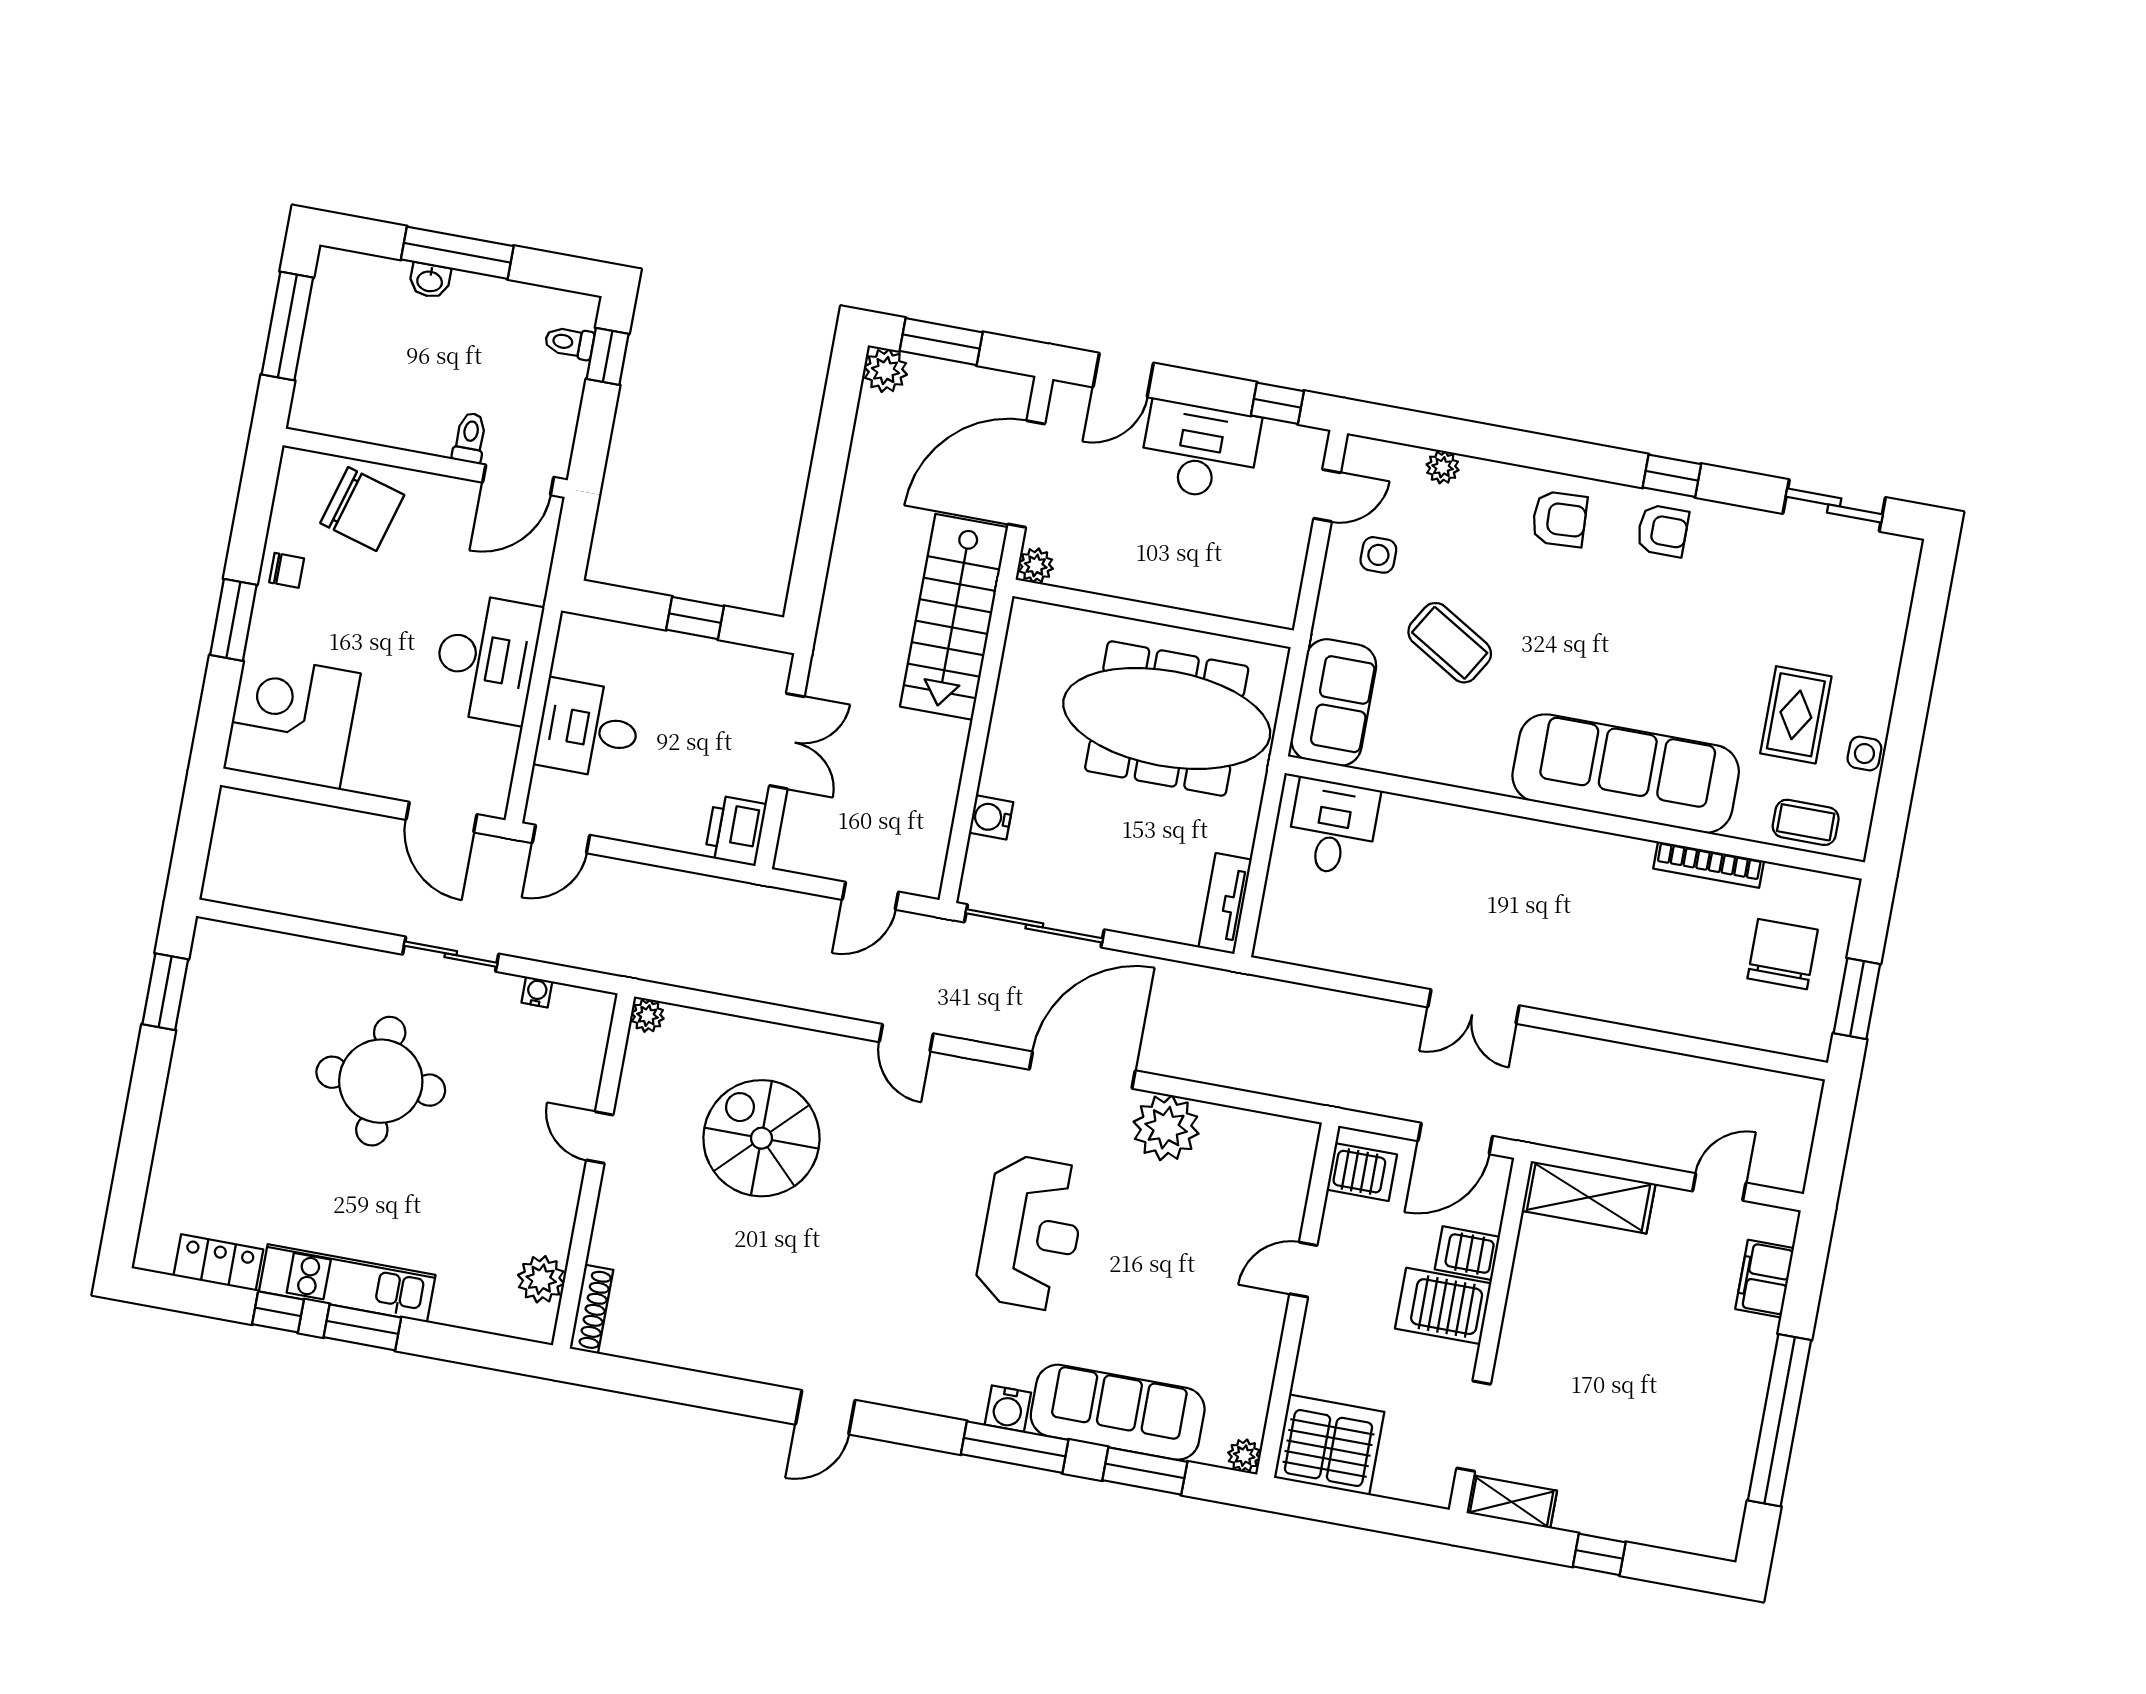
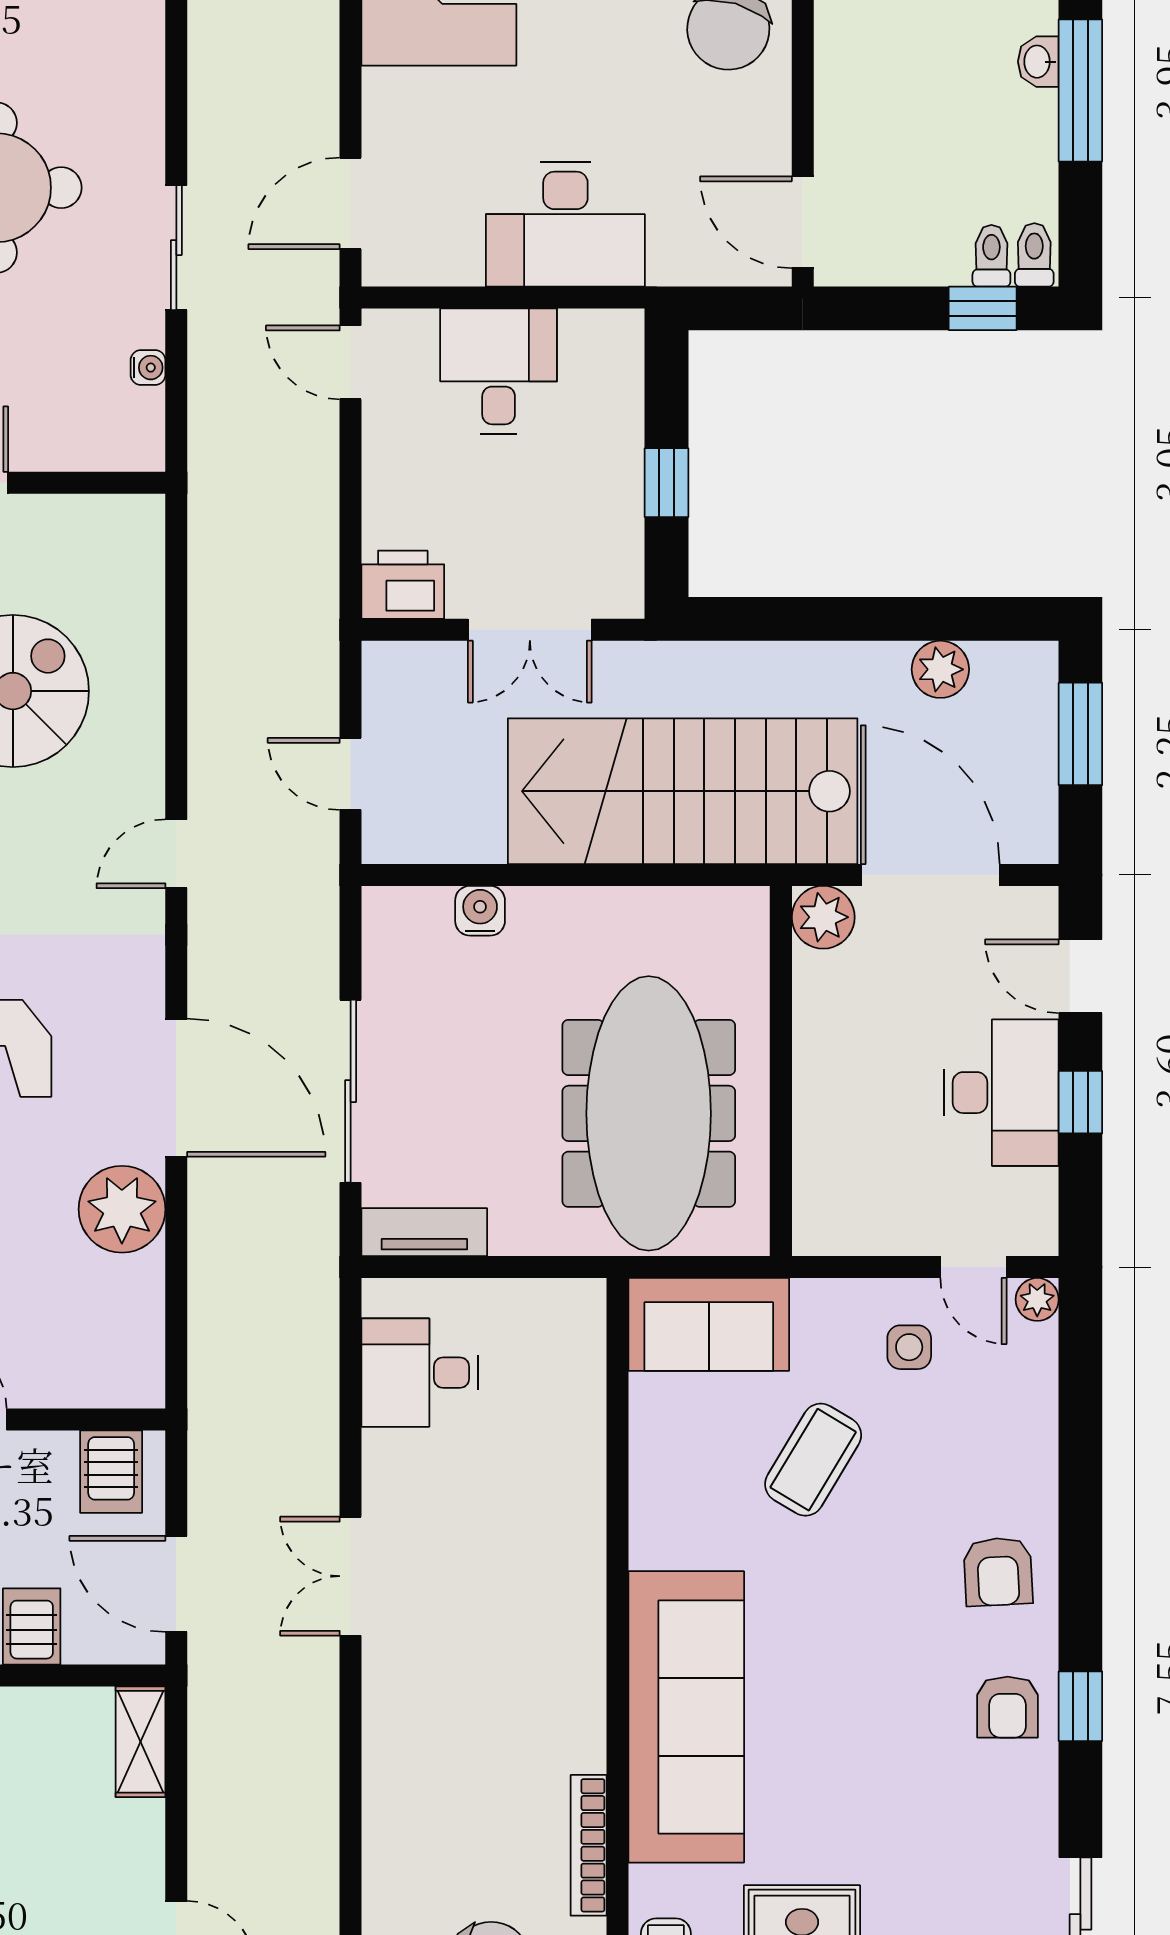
plant: (886, 371) -> (940, 669), moved
window: (1277, 403) -> (1080, 1102), moved
toilet: (470, 438) -> (1034, 255), moved, turned -90
plant: (1443, 467) -> (1037, 1299), moved
plant: (1036, 566) -> (823, 917), width x1.38, depth x1.38
stairs: (954, 617) -> (683, 791), width x1.36, depth x1.51
desk: (1333, 827) -> (420, 1373), moved, turned 180
sliding door: (1034, 926) -> (351, 1091), moved
plant: (647, 1016) -> (144, 515), removed
shelving: (1589, 1197) -> (141, 1742), width x0.67, depth x0.75

